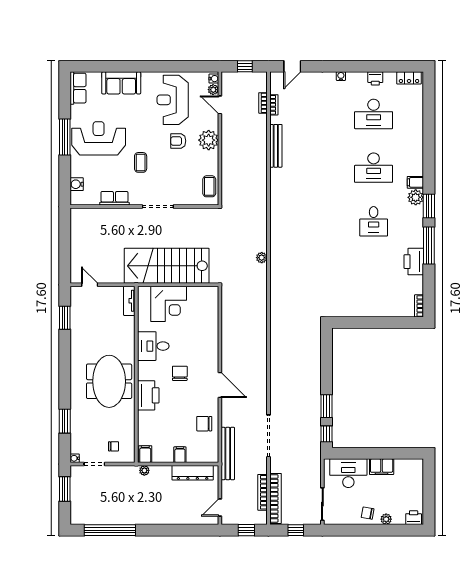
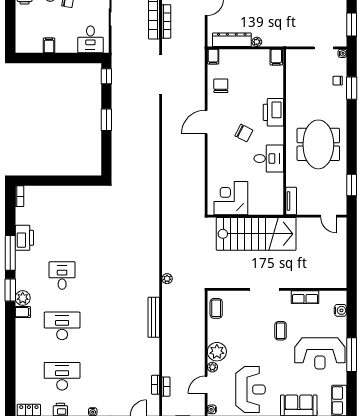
plant: (213, 90) -> (212, 367), moved
door: (220, 105) -> (206, 385), swing flipped
armchair: (178, 141) -> (245, 351), removed
bench: (276, 146) -> (154, 317), moved
plant: (262, 258) -> (167, 279), moved
corner desk: (169, 304) -> (231, 198), moved
chair: (180, 373) -> (244, 133), turned -63
meeting table: (109, 381) -> (318, 144), moved
door: (220, 385) -> (206, 122), hinge flipped
window: (326, 406) -> (106, 120), moved
chair: (204, 424) -> (221, 86), turned -90
chair: (113, 446) -> (338, 81), moved
bench: (228, 453) -> (199, 58), removed
filing cabinet: (180, 455) -> (213, 57), moved
filing cabinet: (382, 467) -> (49, 45), width x0.50
plant: (144, 470) -> (257, 42), moved
desk: (348, 473) -> (90, 39), width x0.73

